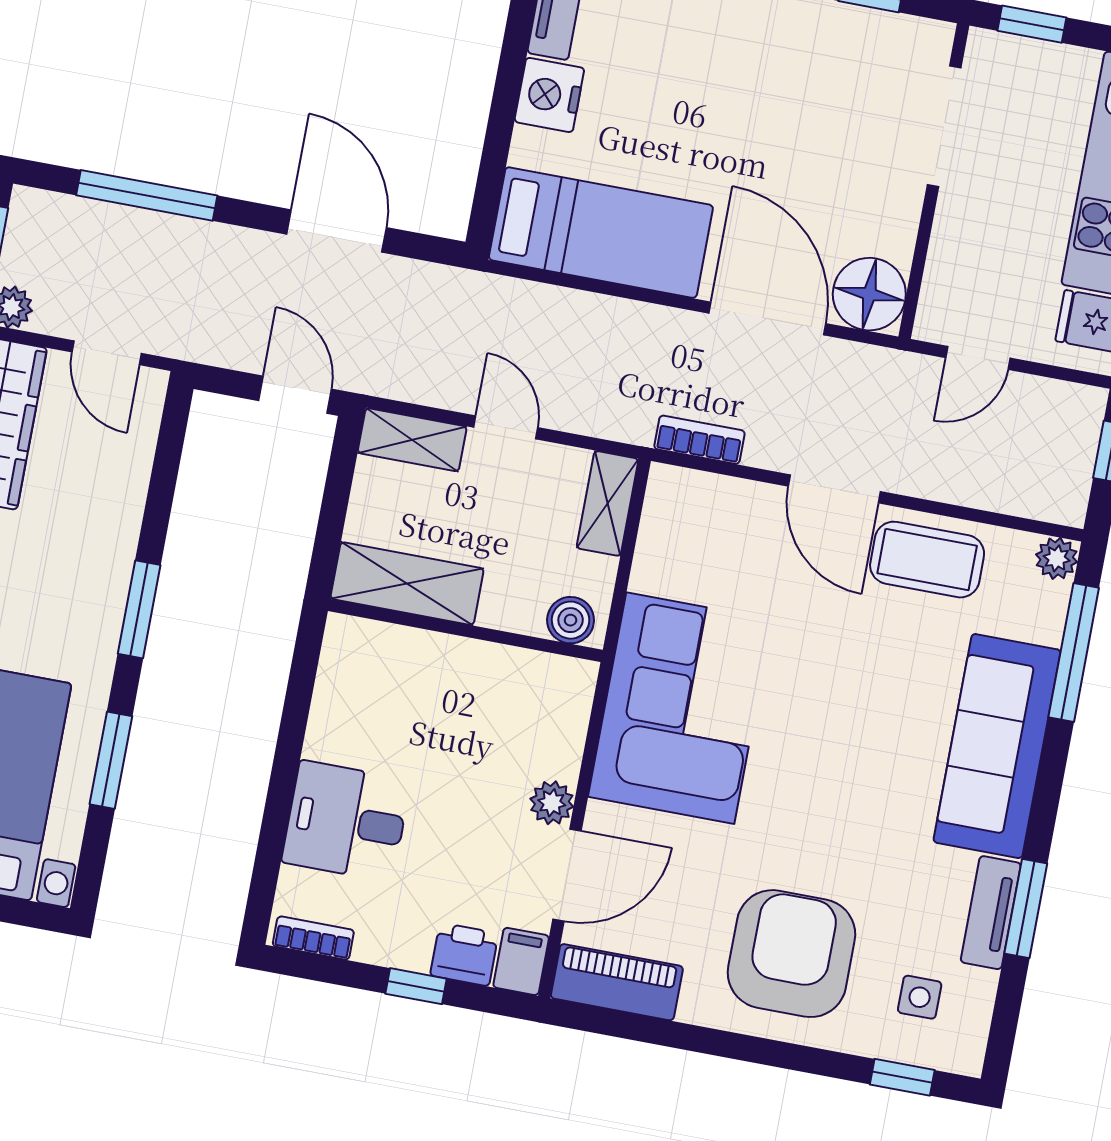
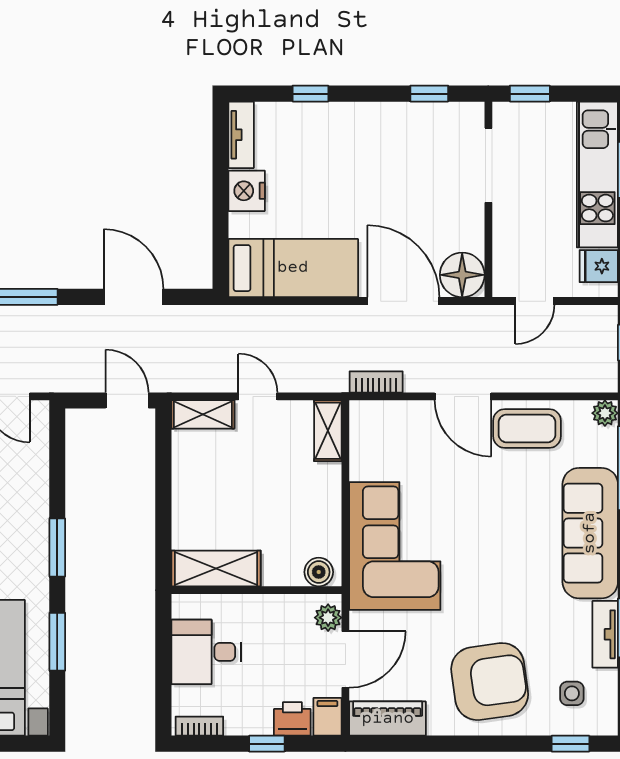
shelving: (407, 584) -> (216, 568), moved
boiler: (571, 620) -> (319, 572), moved
wall: (465, 630) -> (256, 590), moved
armchair: (791, 954) -> (490, 682), turned 82

